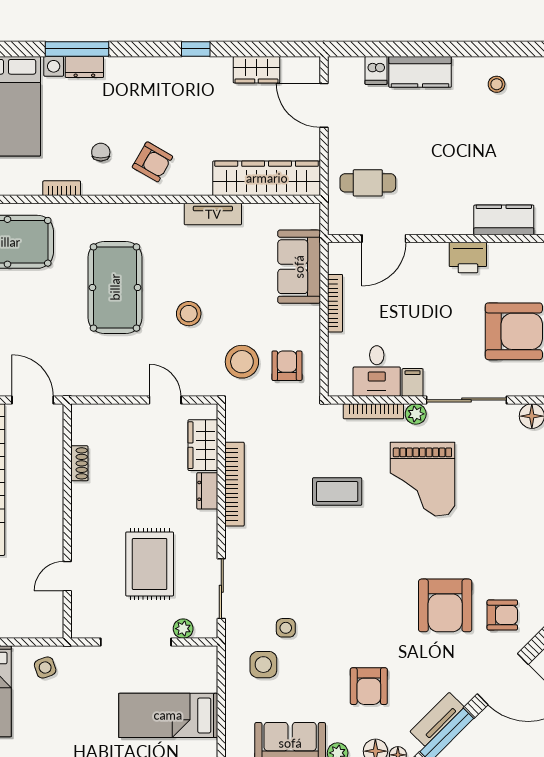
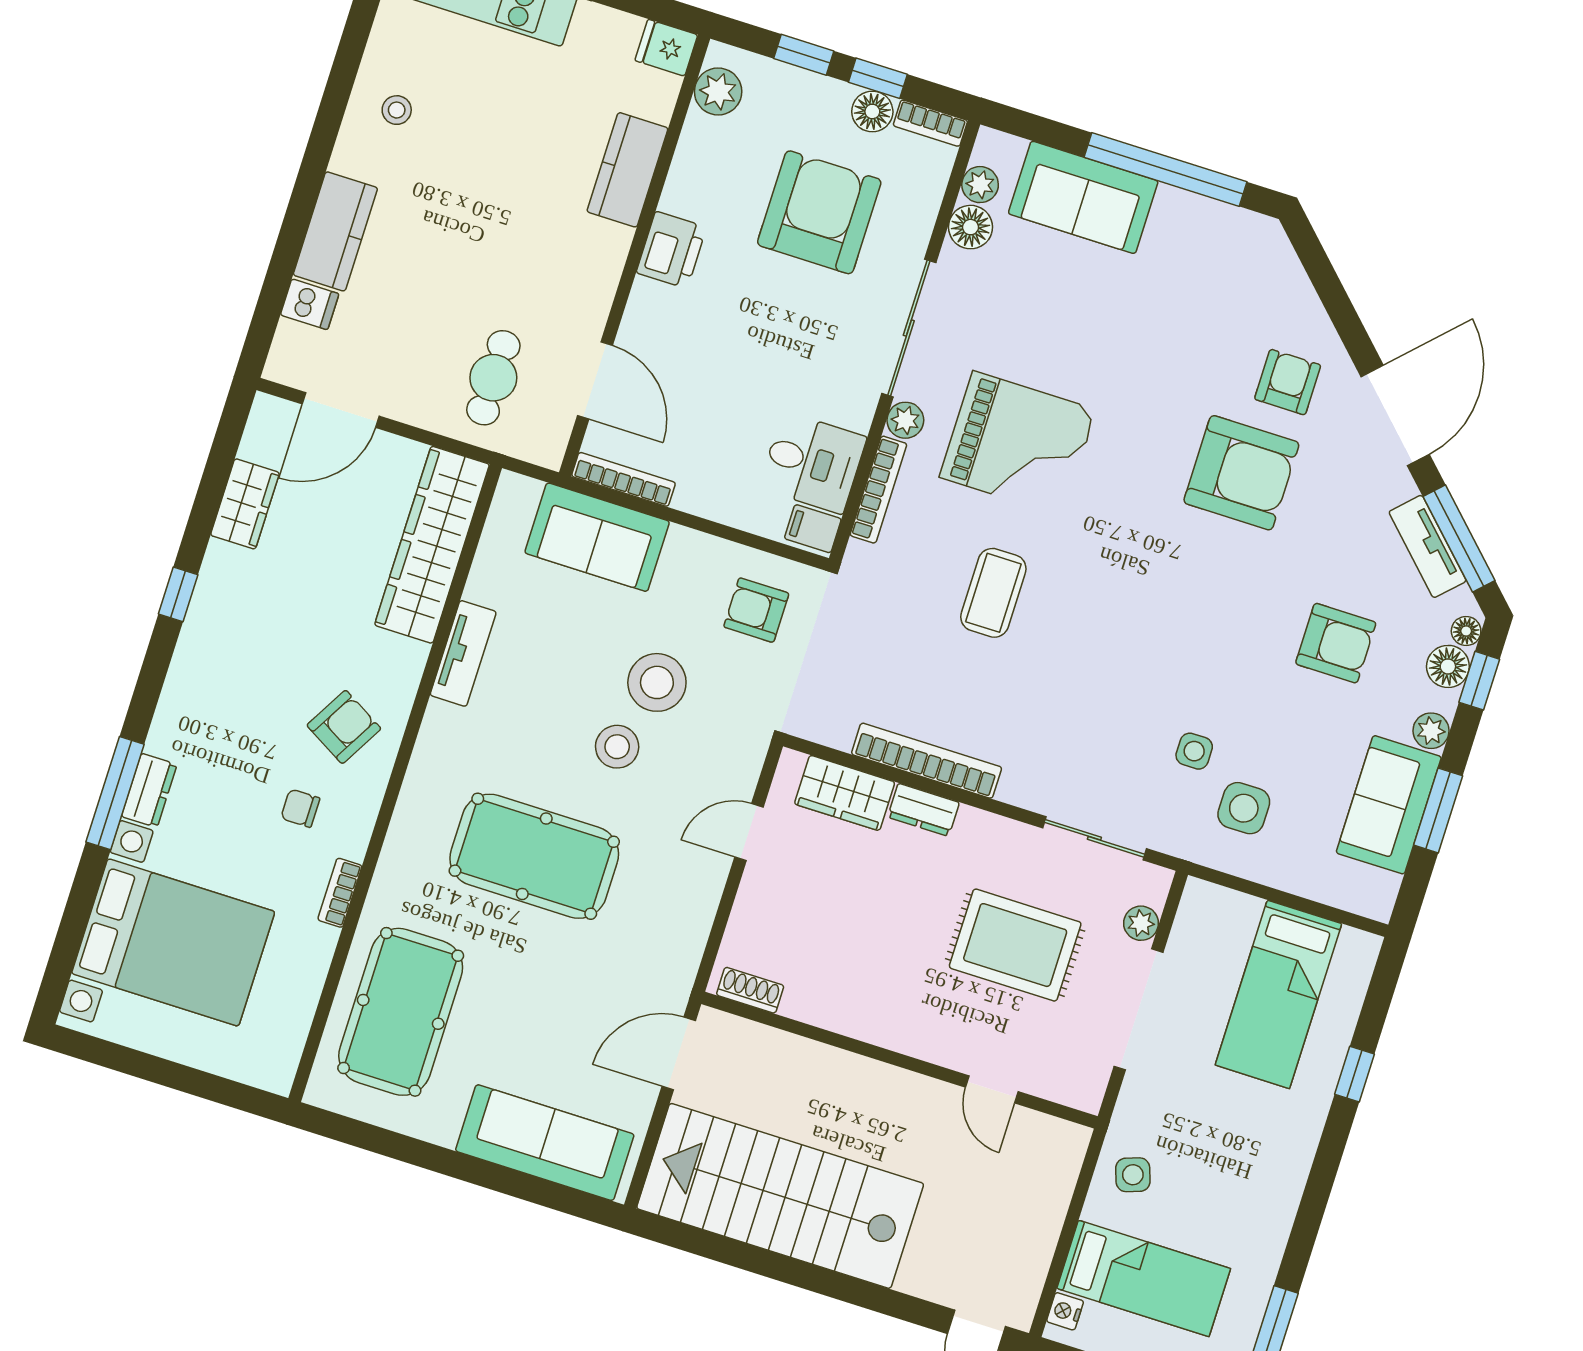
bookcase: (335, 303) -> (624, 479), moved
stool: (242, 362) -> (657, 682), moved
filing cabinet: (413, 382) -> (813, 529), moved
shoe rack: (79, 463) -> (750, 990), moved

